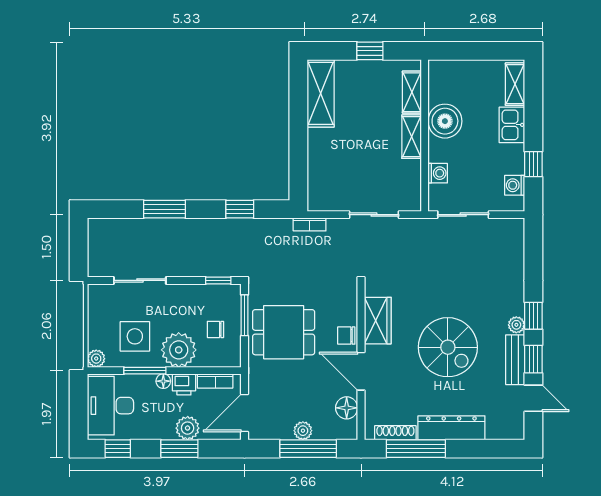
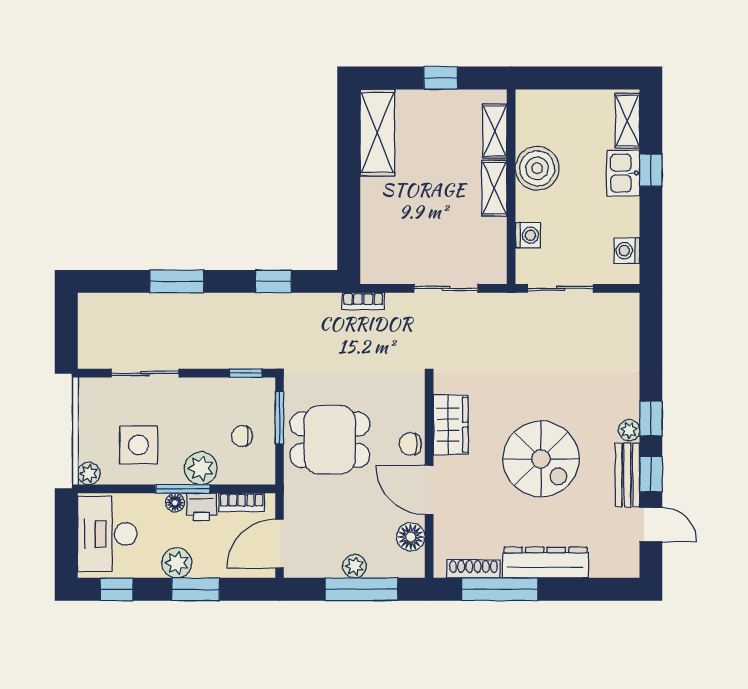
window: (533, 164) -> (651, 170), moved
plant: (179, 350) -> (201, 468), width x0.73, depth x0.73
window: (145, 371) -> (183, 489), moved
plant: (188, 428) -> (177, 563), moved

